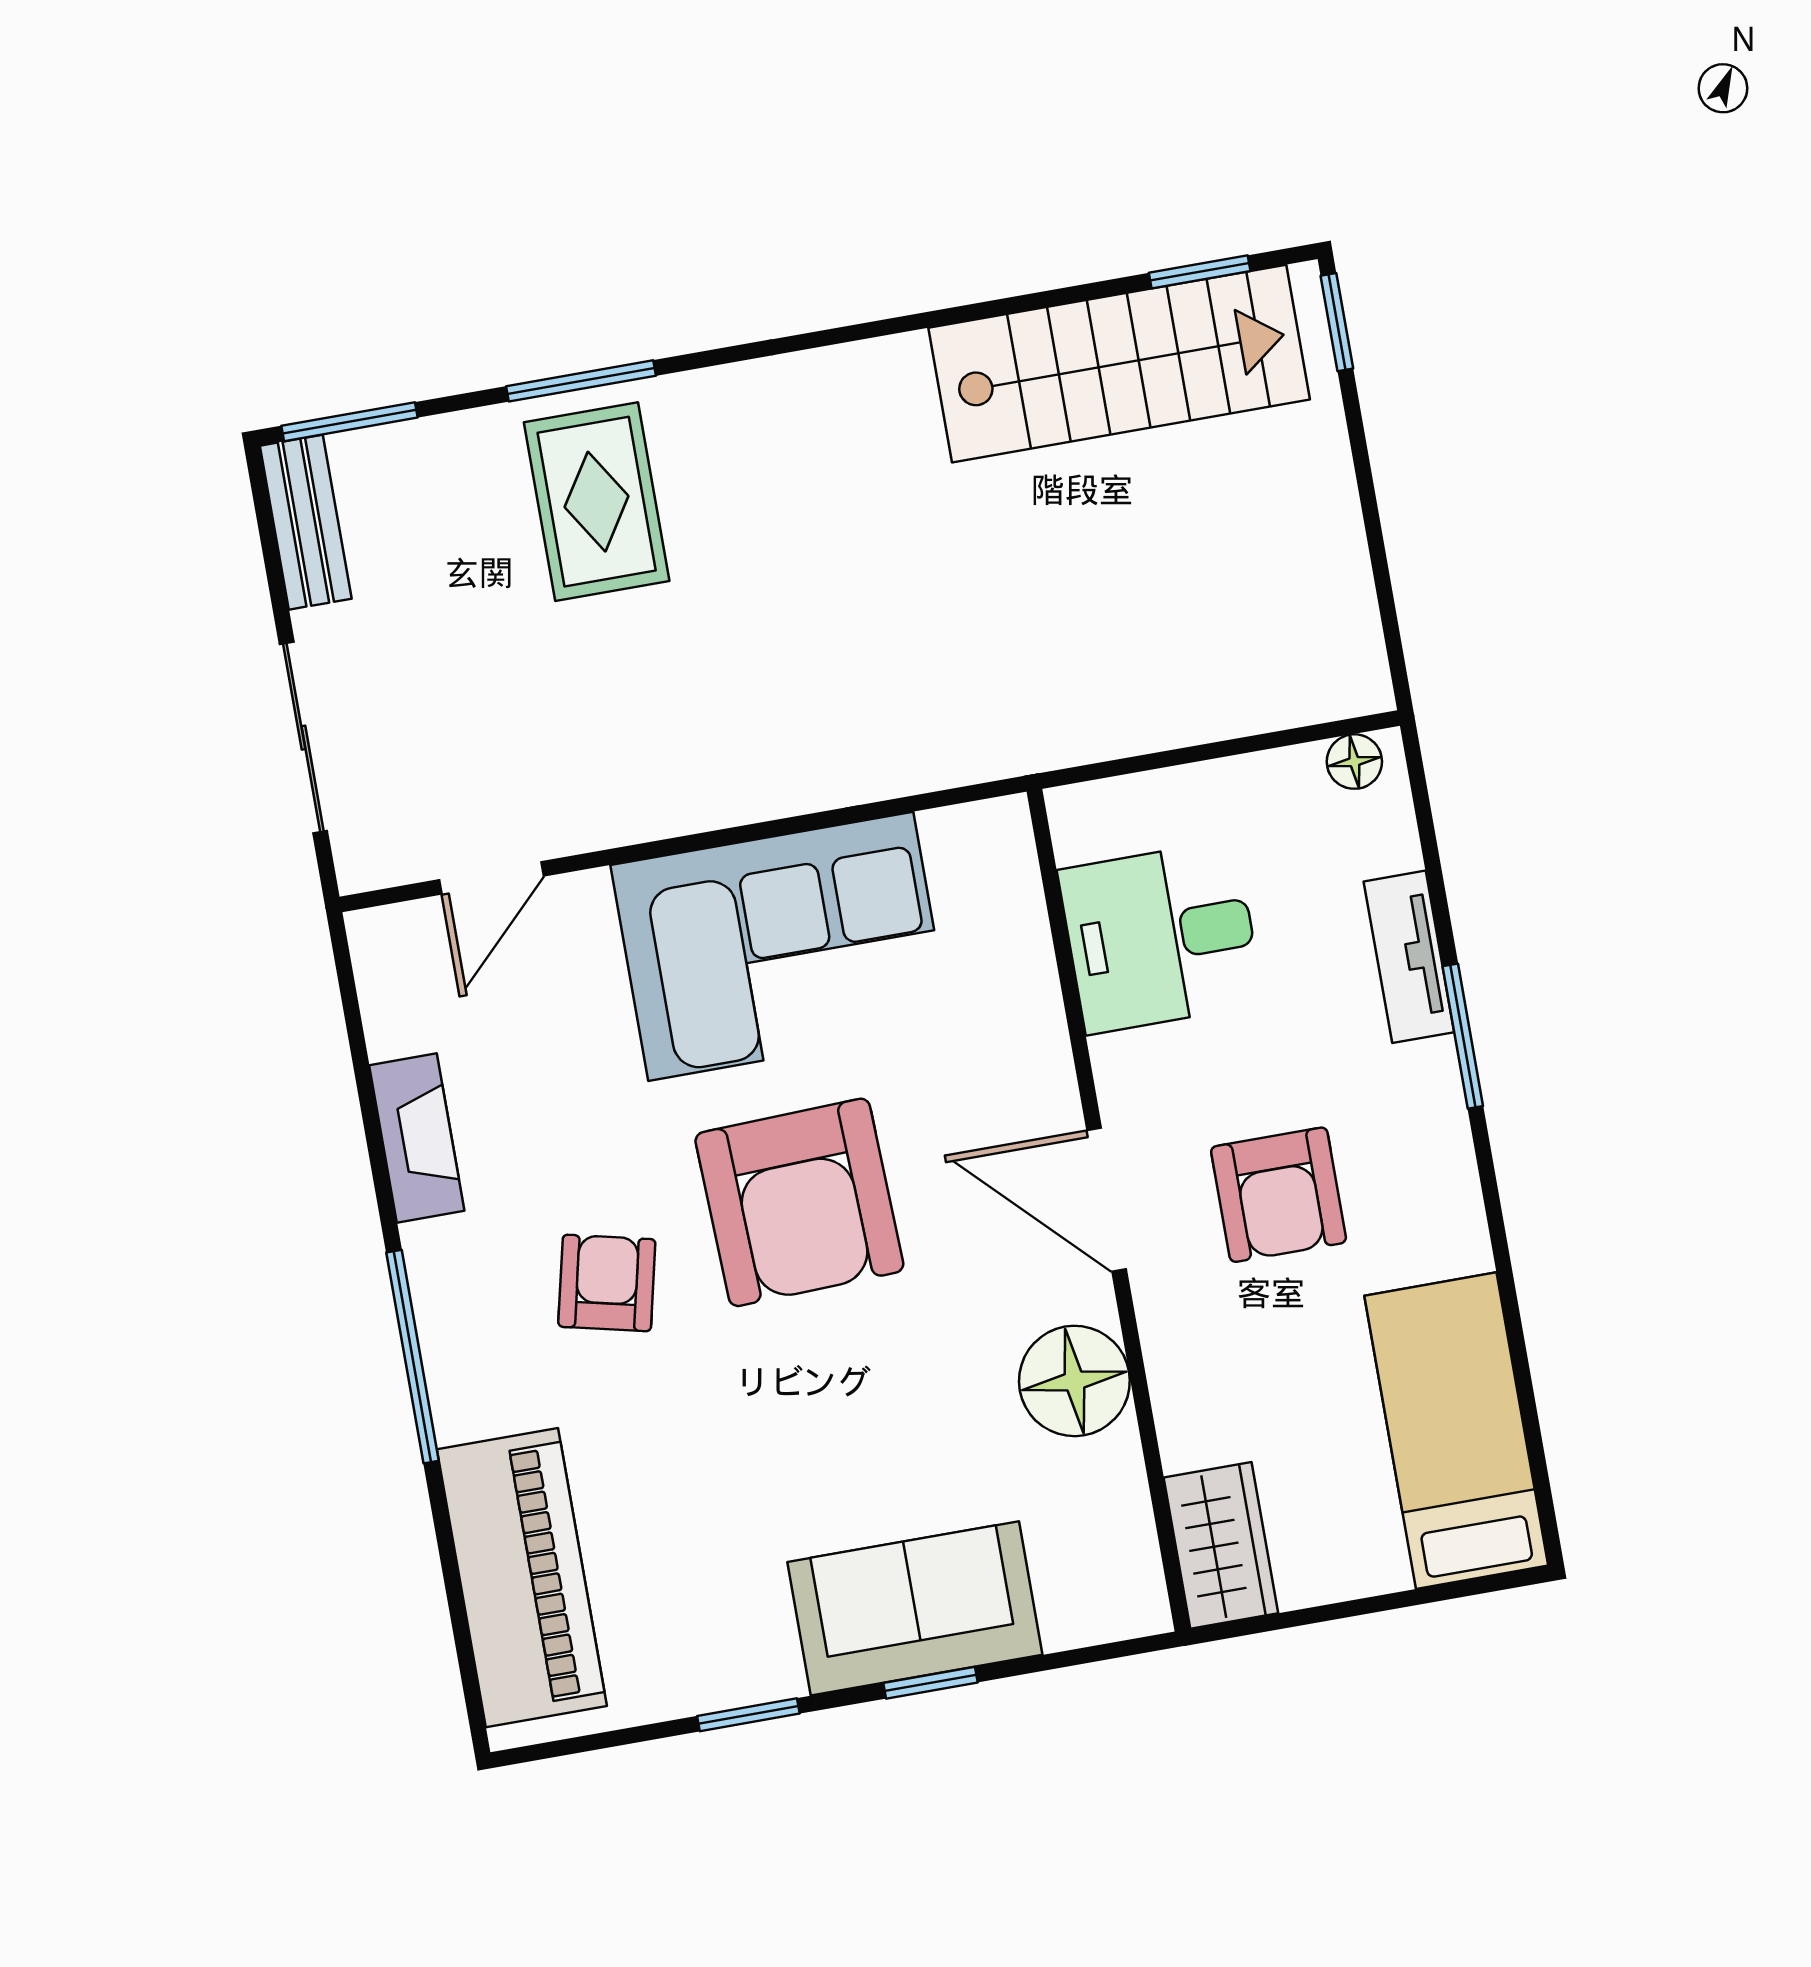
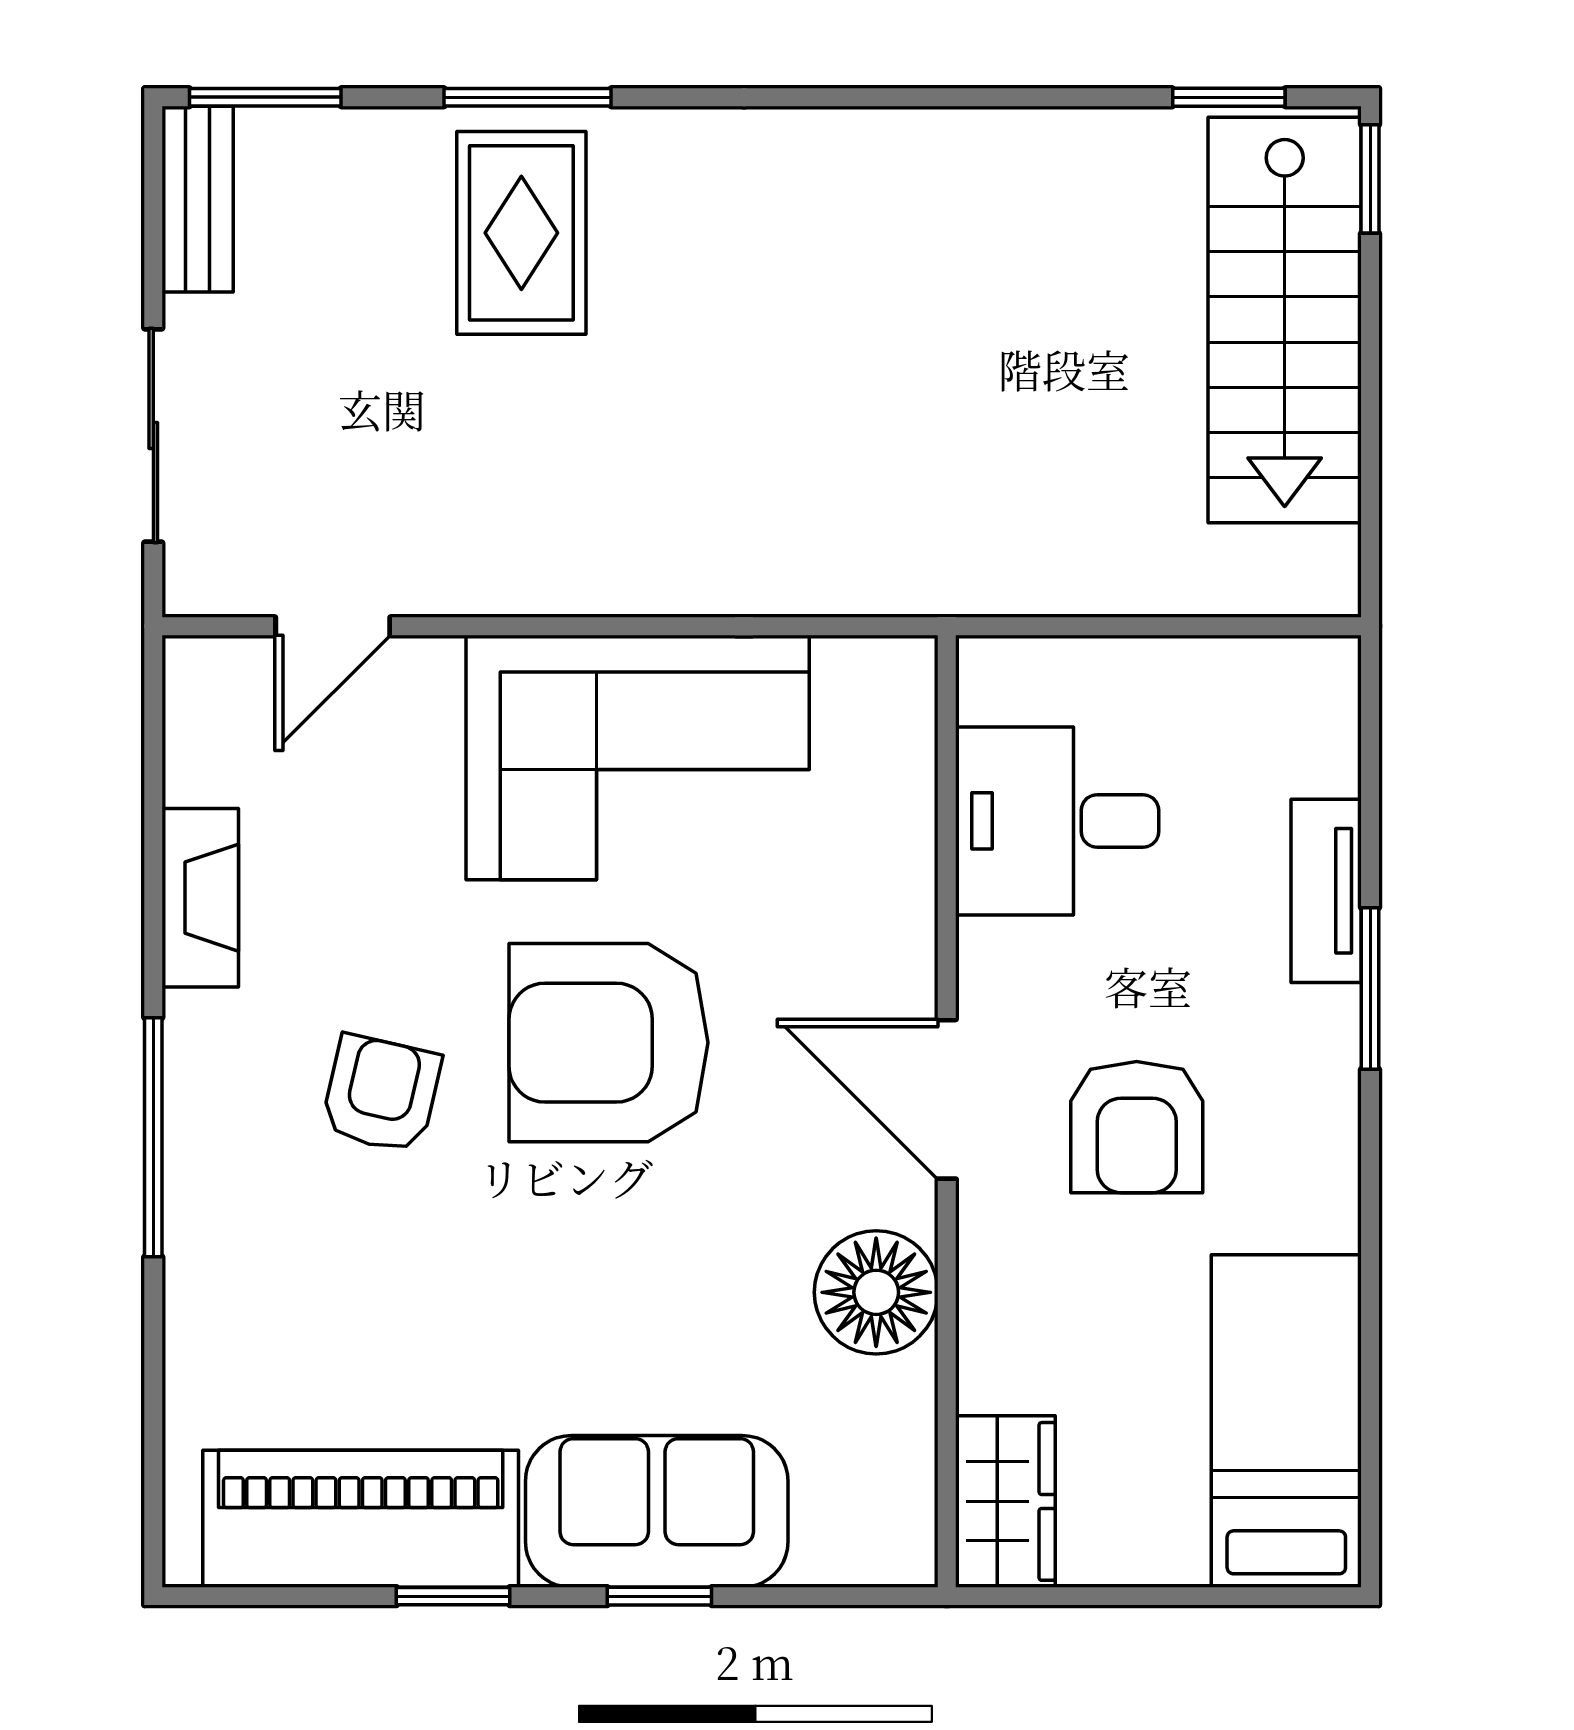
stairs: (1119, 364) -> (1285, 320), moved, turned 90
floor lamp: (1354, 762) -> (1304, 666), removed
armchair: (799, 1202) -> (608, 1043), turned 92
piano: (522, 1578) -> (361, 1519), moved, turned -90

